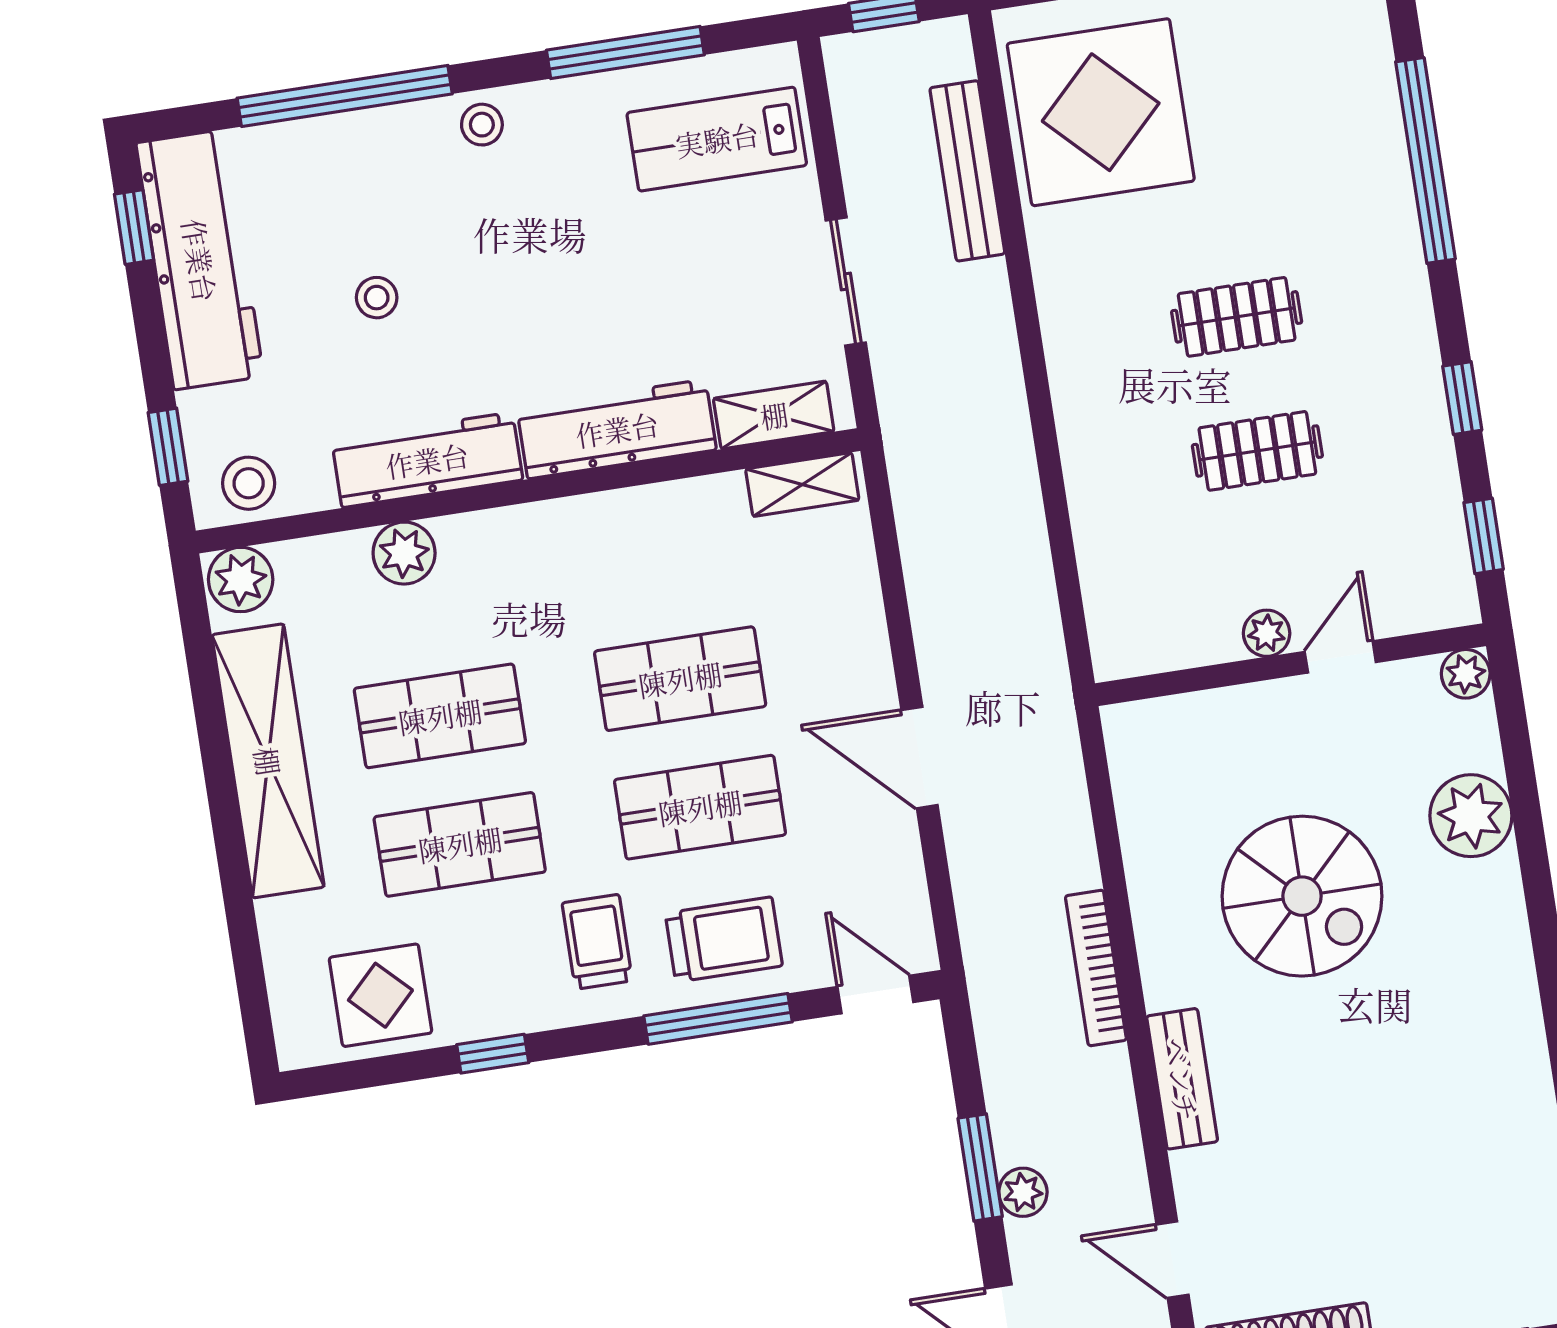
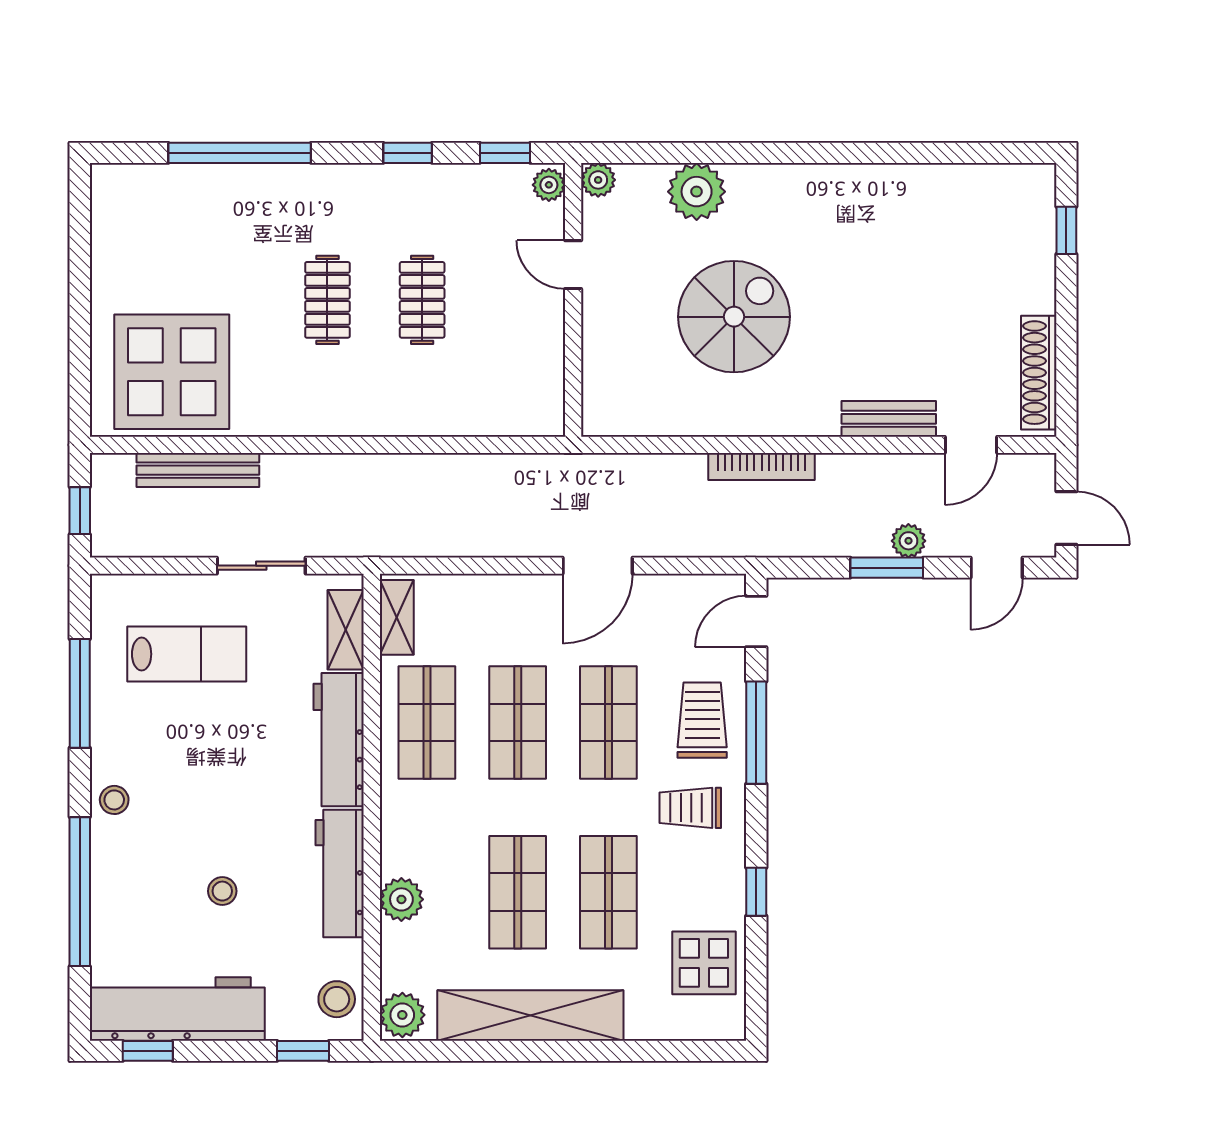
lab bench: (717, 139) -> (187, 654), moved, turned -90
shop shelf: (660, 550) -> (427, 722), added
plant: (1267, 633) -> (549, 185), moved
bench: (1182, 1079) -> (889, 419), moved

